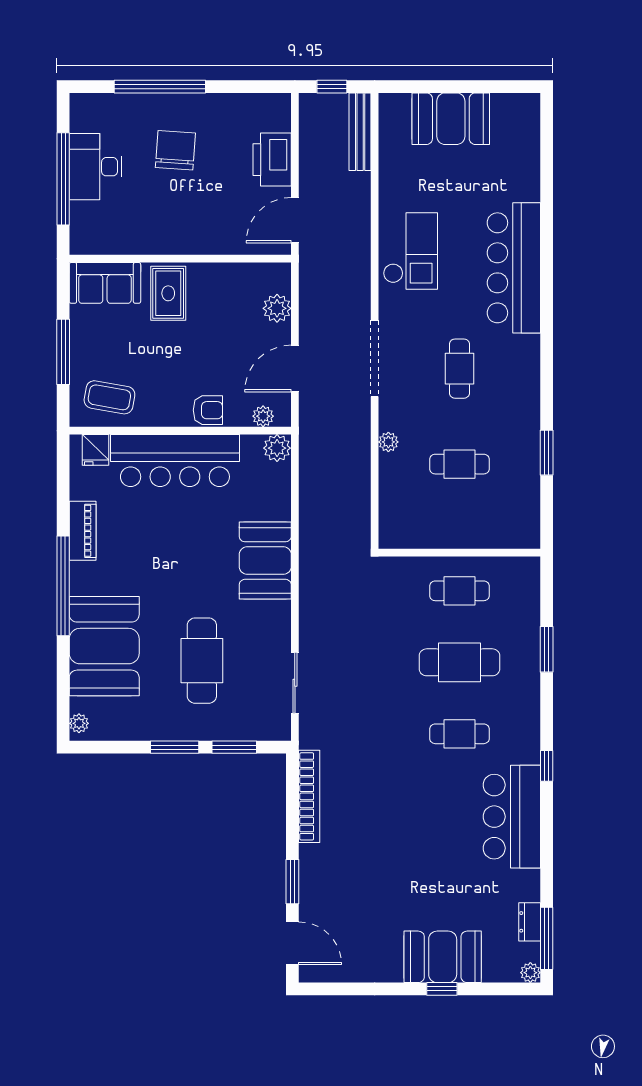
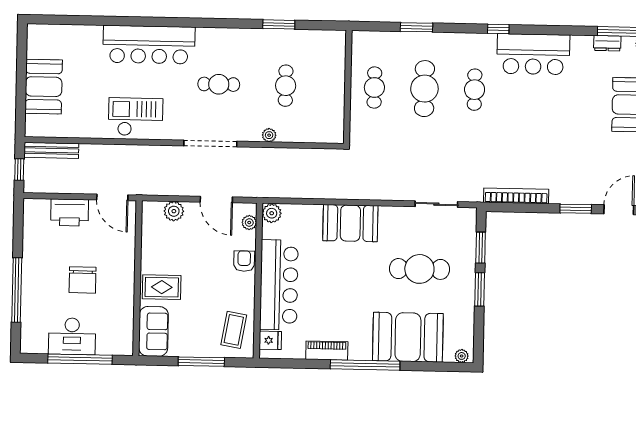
chair: (175, 150) -> (83, 280), moved, turned -94

